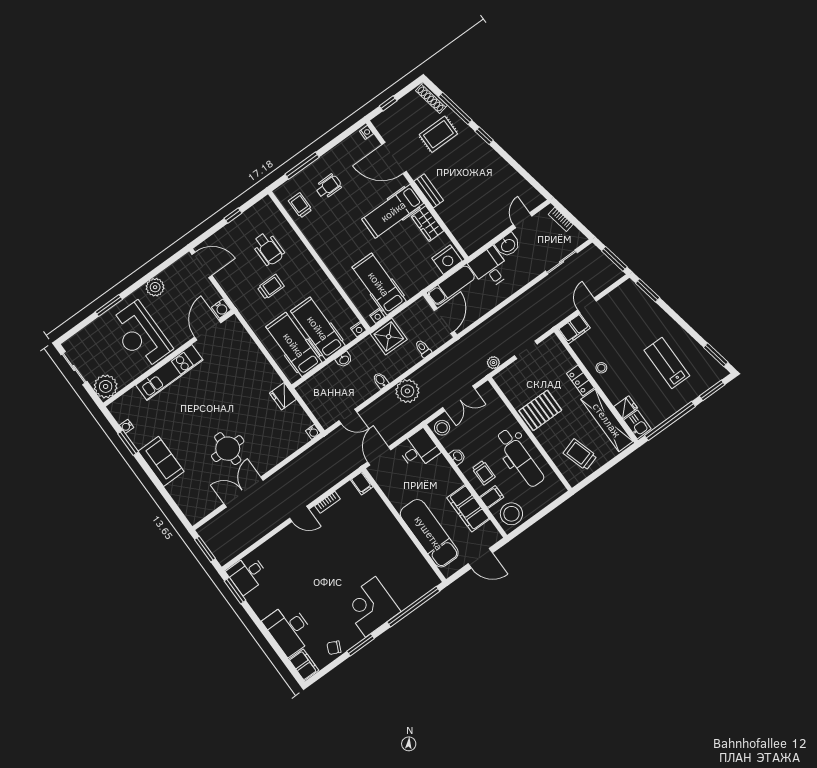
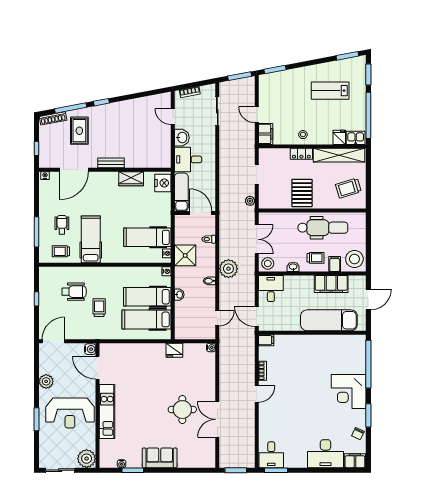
hospital bed: (393, 211) -> (91, 239), moved, turned 180

